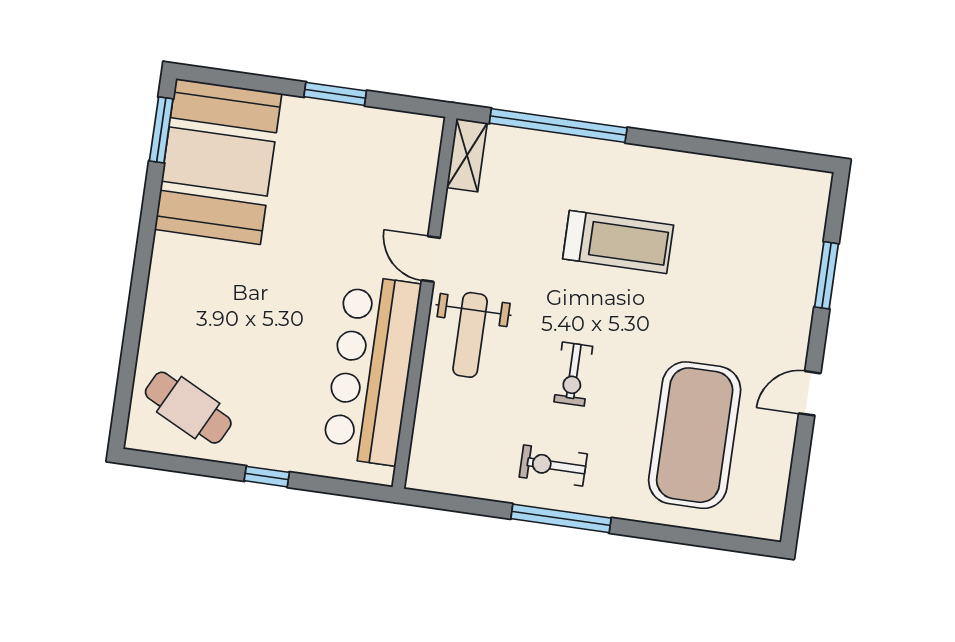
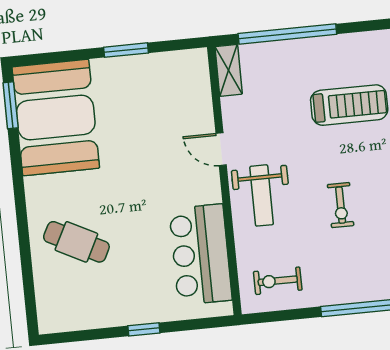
bar counter: (372, 370) -> (201, 254), width x0.73
cafe table: (188, 408) -> (76, 242), moved
exercise bike: (553, 465) -> (278, 281), moved

